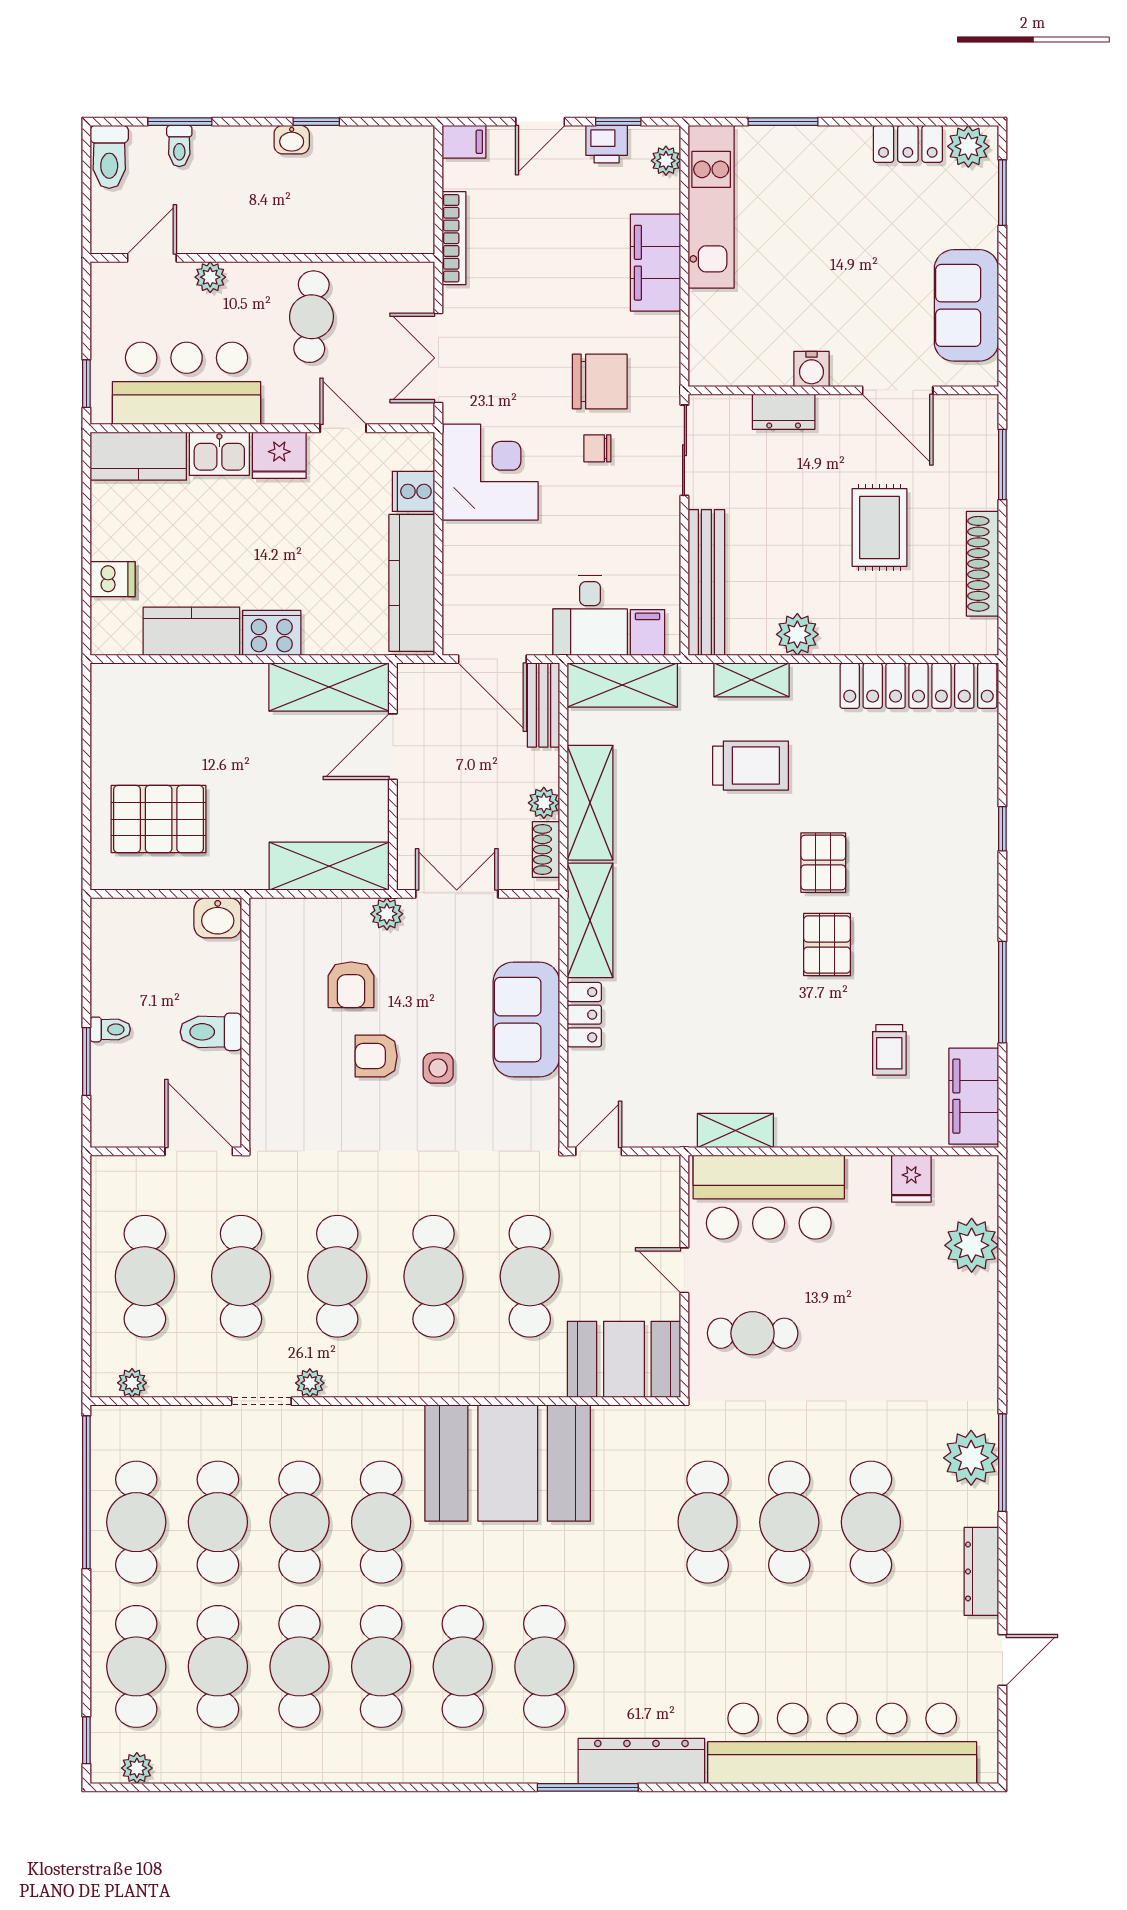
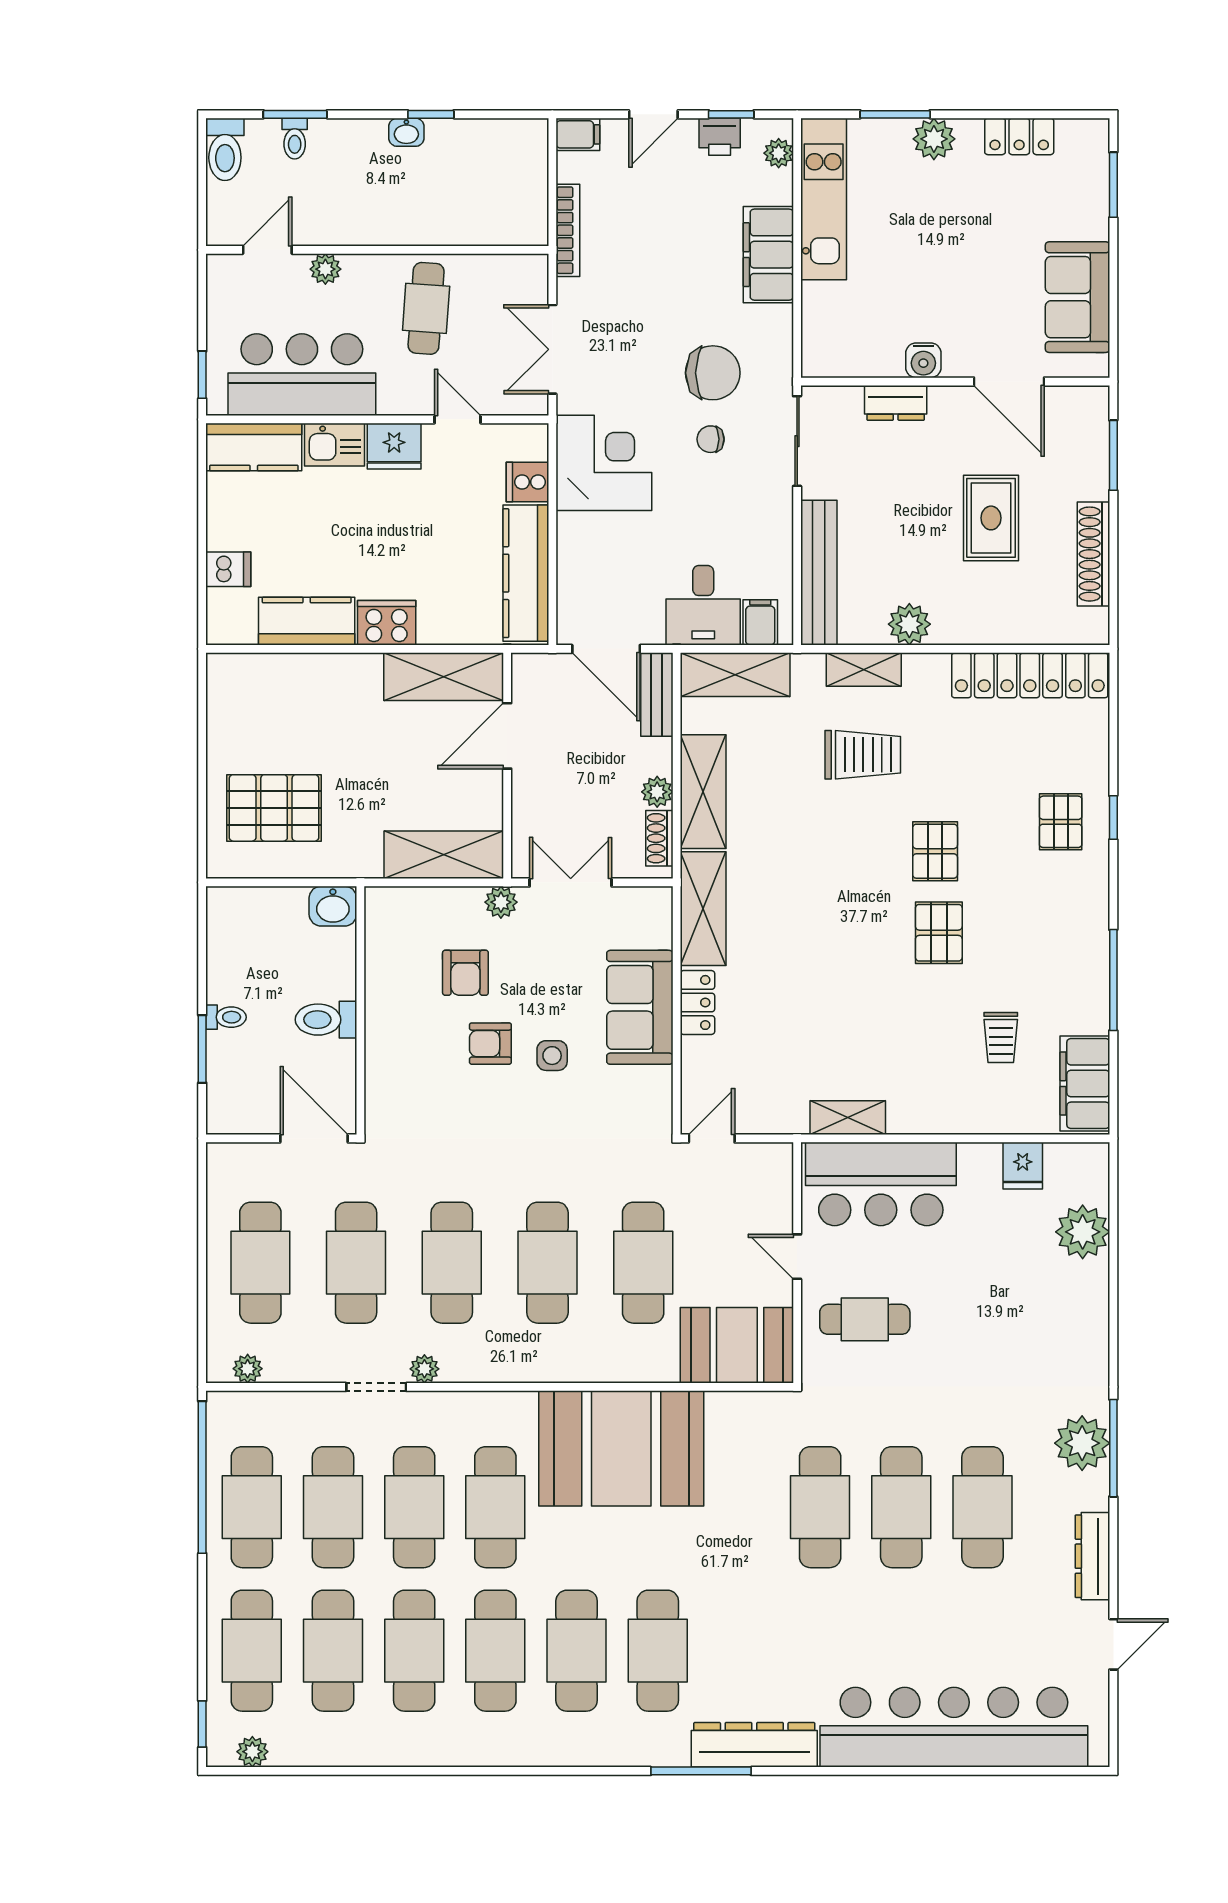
plant: (968, 146) -> (934, 139), moved
pallet: (949, 833) -> (1061, 822), added

